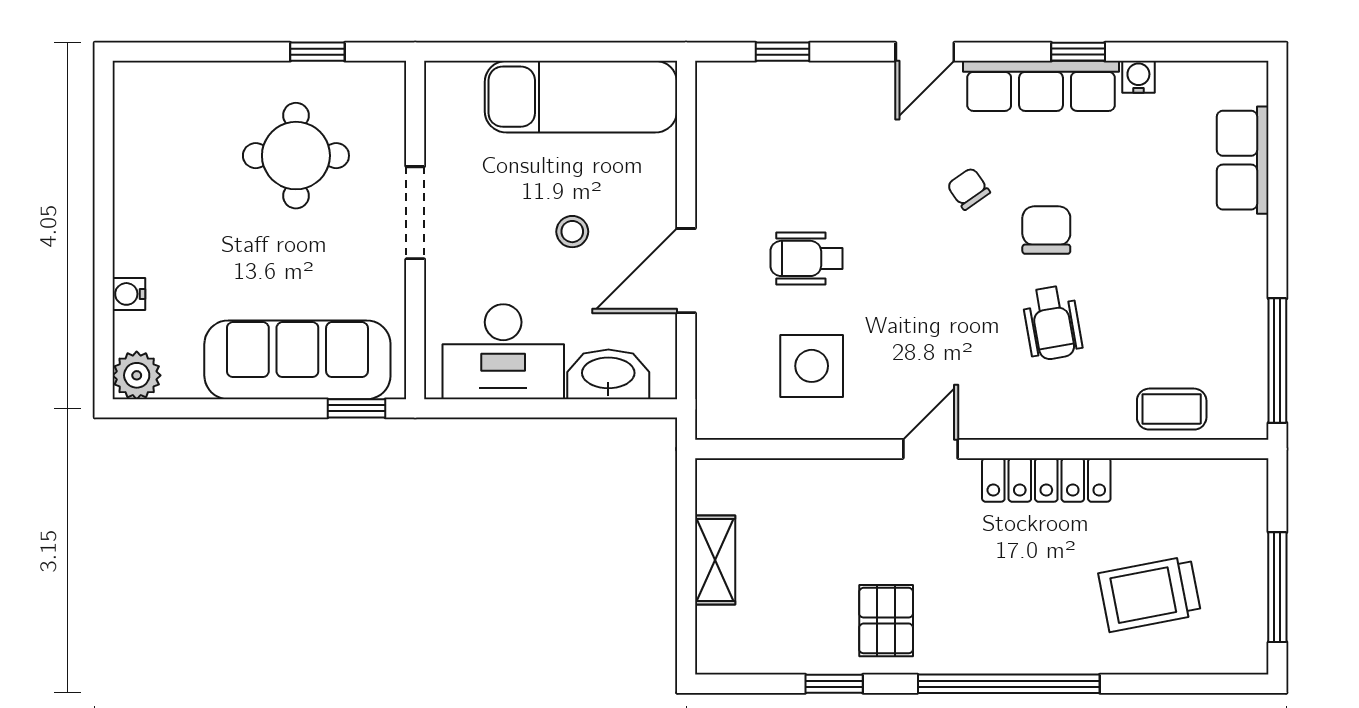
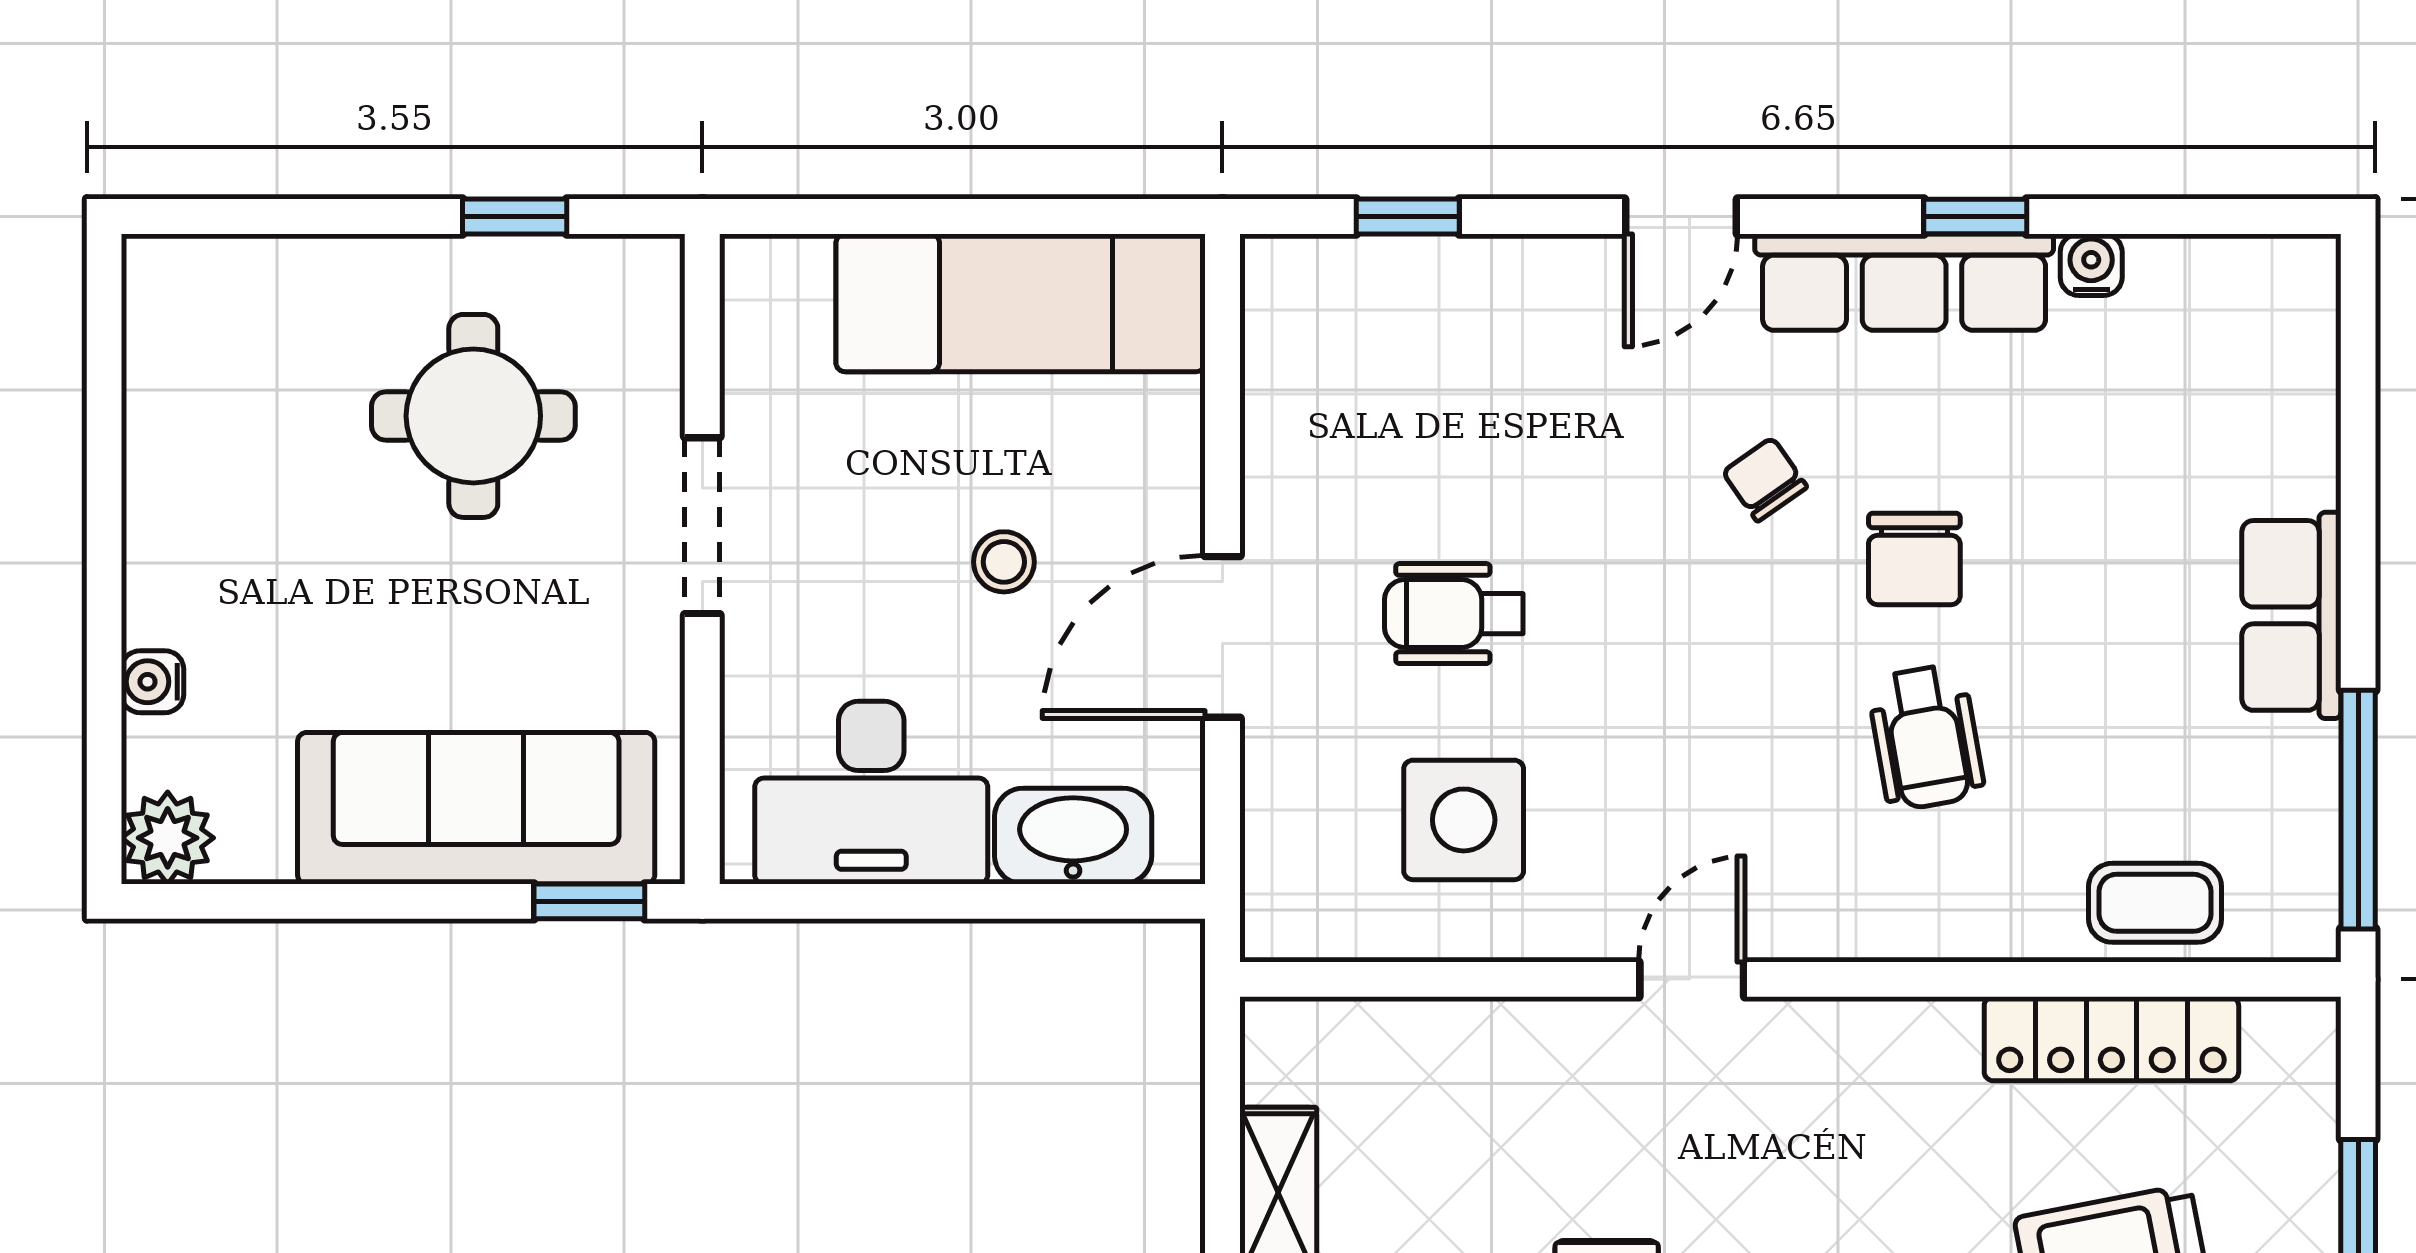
row of seats: (1243, 160) -> (2291, 615), moved
chair: (1046, 230) -> (1914, 559), turned 180
locker: (1046, 480) -> (2111, 1039), moved

